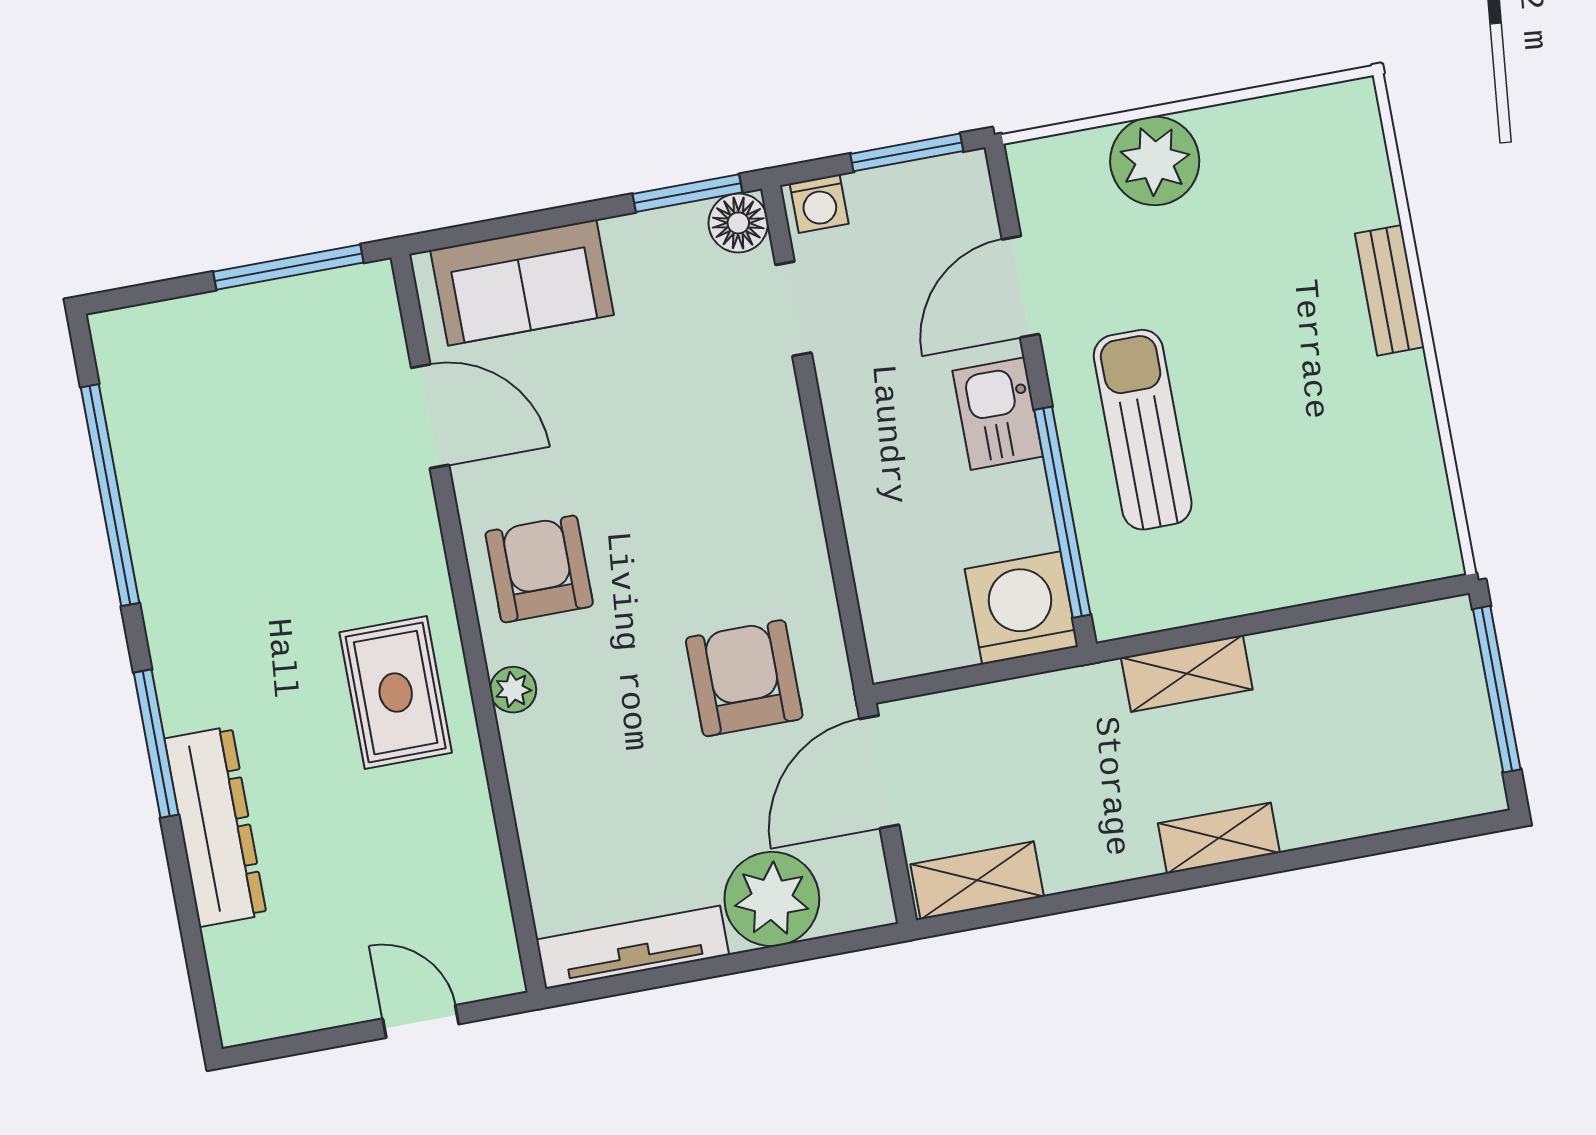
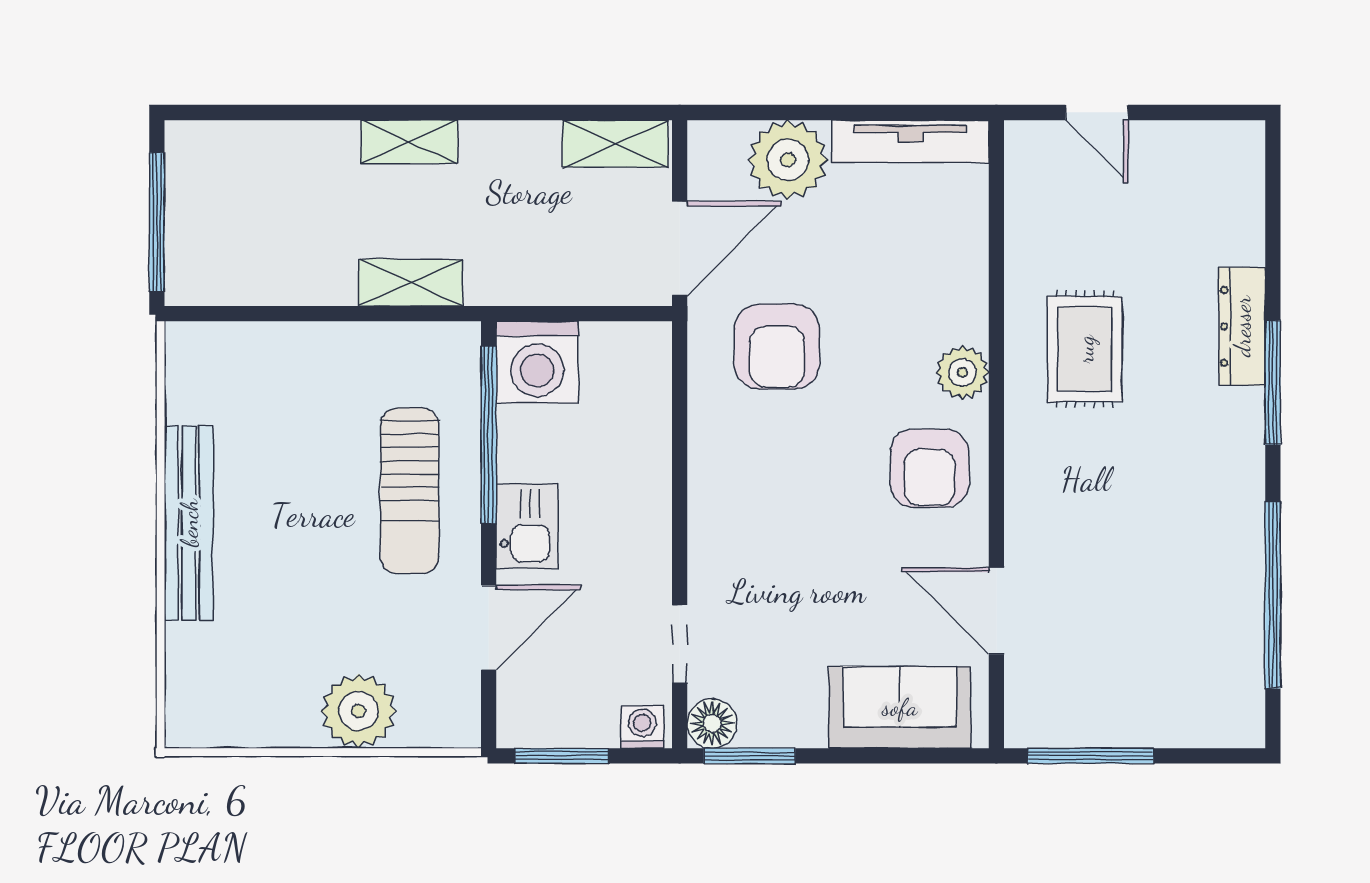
bench: (1390, 290) -> (189, 523), width x1.86, depth x1.21
plant: (513, 690) -> (962, 372), width x1.38, depth x1.38
rug: (396, 693) -> (1085, 349), moved
dresser: (215, 827) -> (1242, 326), width x0.73, depth x0.80

